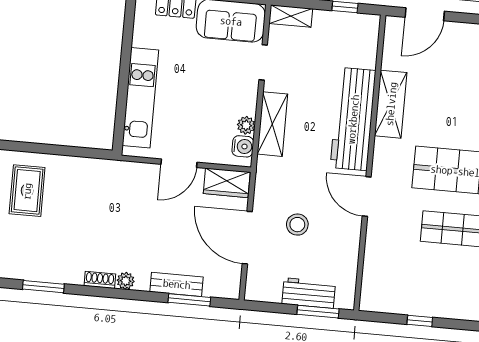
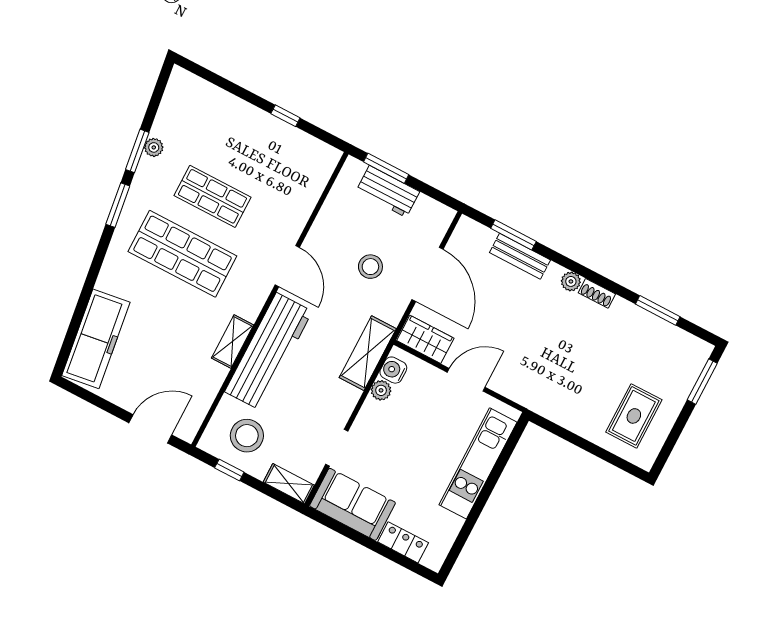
stool: (342, 42) -> (247, 436), added
shelving: (391, 104) -> (233, 342), width x0.67, depth x0.75
shelving: (272, 124) -> (368, 353), moved

